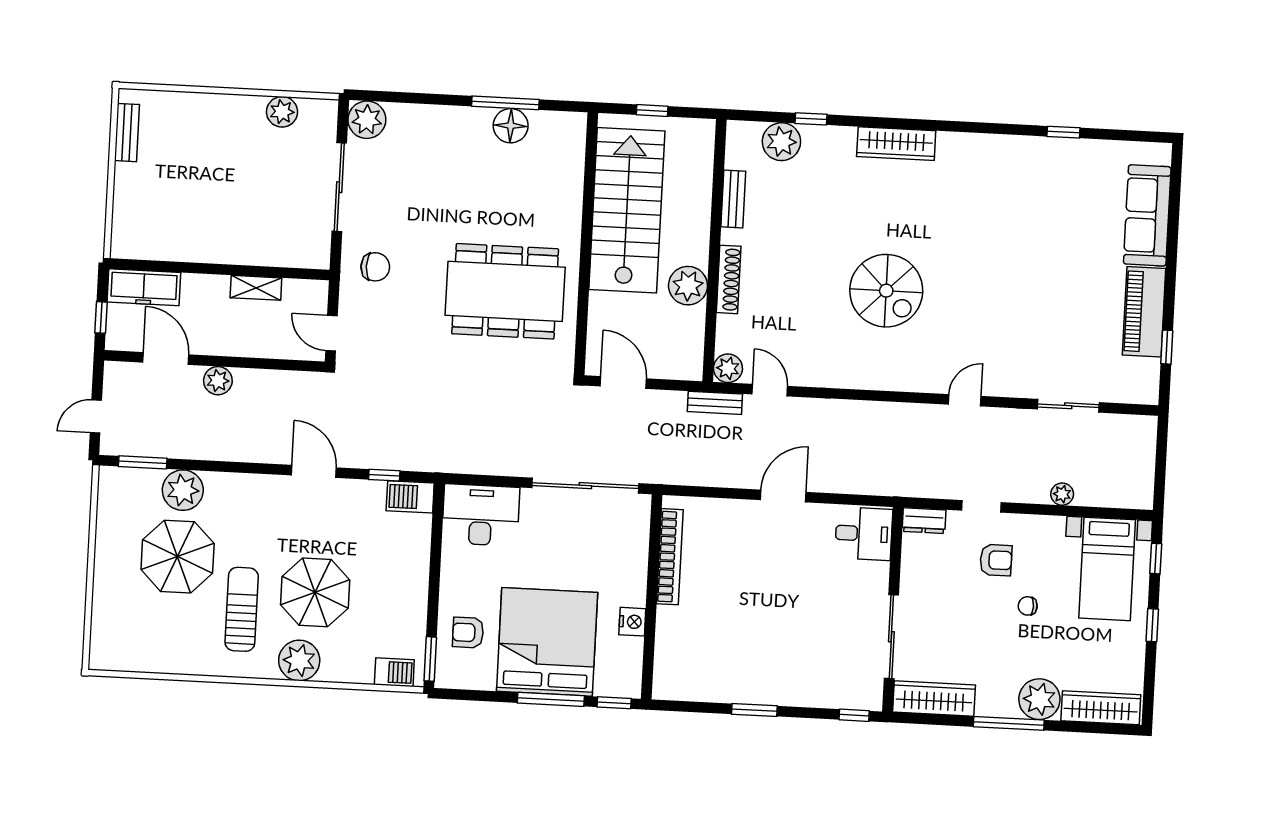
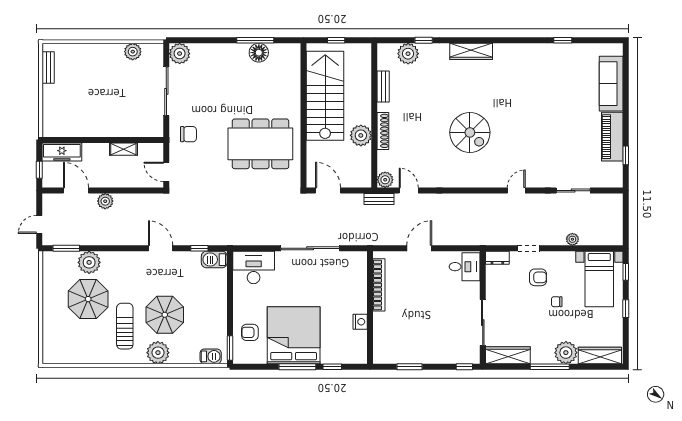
bookcase: (670, 557) -> (379, 285), moved
wall: (652, 597) -> (370, 308), moved
nightstand: (632, 622) -> (360, 322), moved

